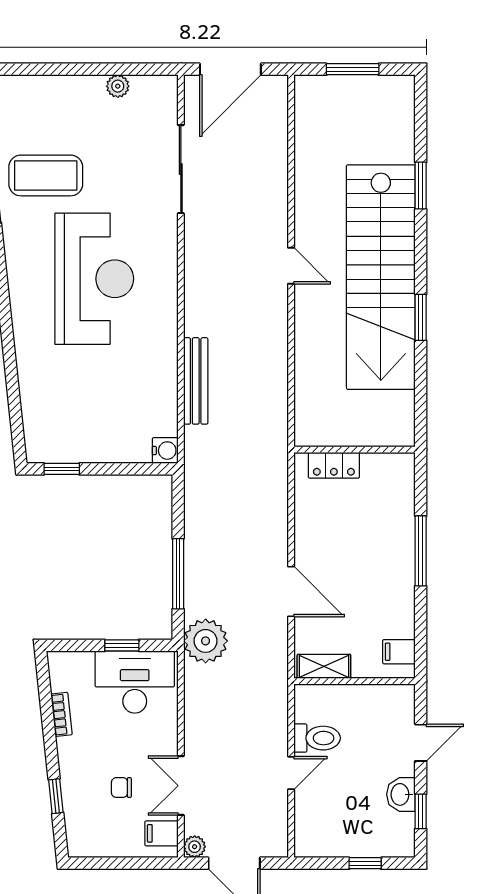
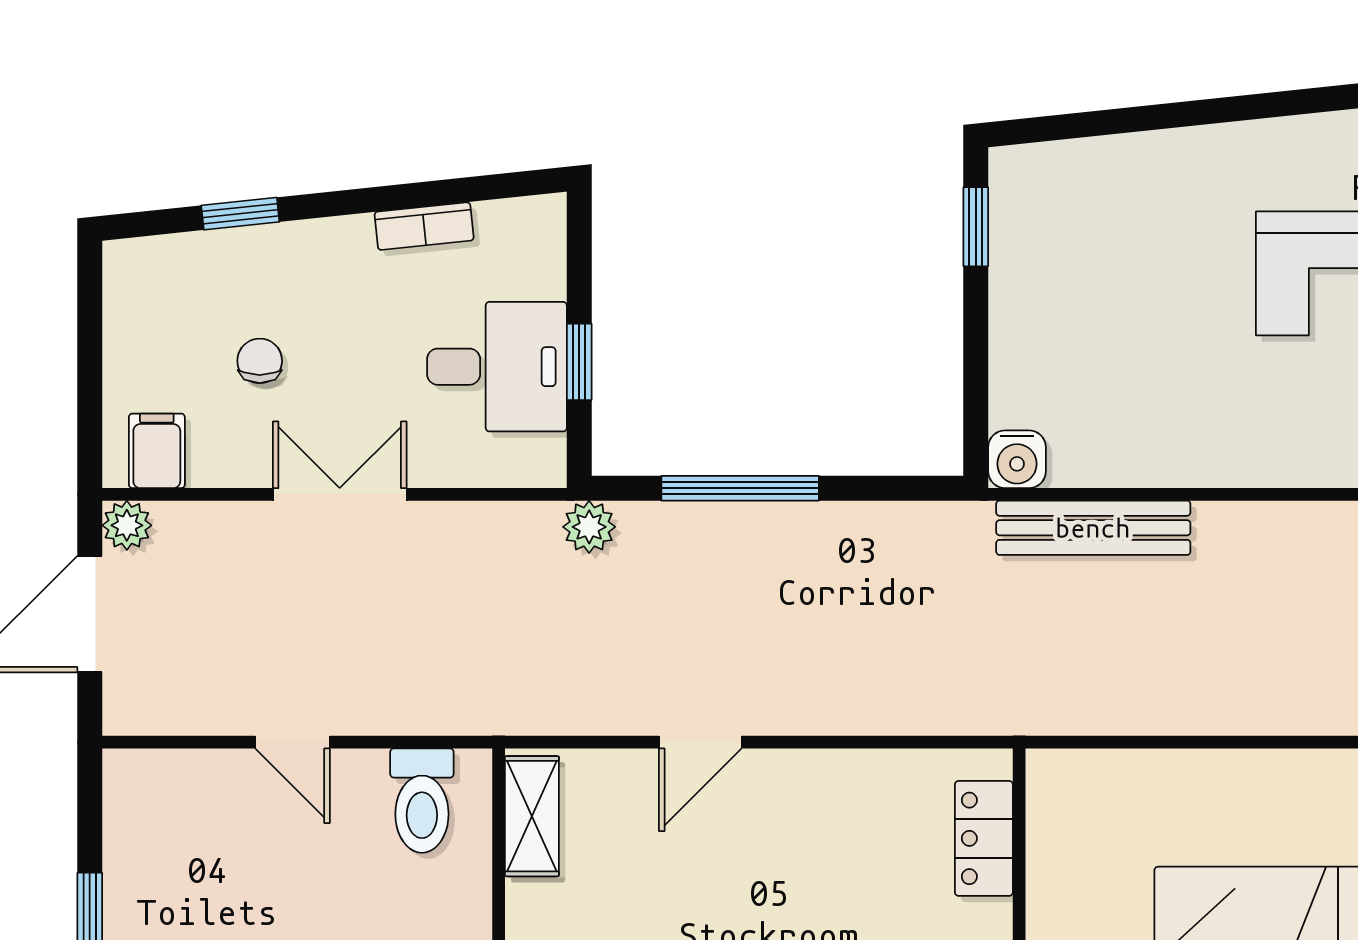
bench: (196, 381) -> (1093, 528), moved
door: (291, 591) -> (700, 742), width x0.73
plant: (206, 641) -> (589, 527), width x0.53, depth x0.53
desk: (135, 682) -> (497, 367), width x0.73
toilet: (317, 738) -> (422, 801), moved
double door: (181, 786) -> (340, 494), moved

